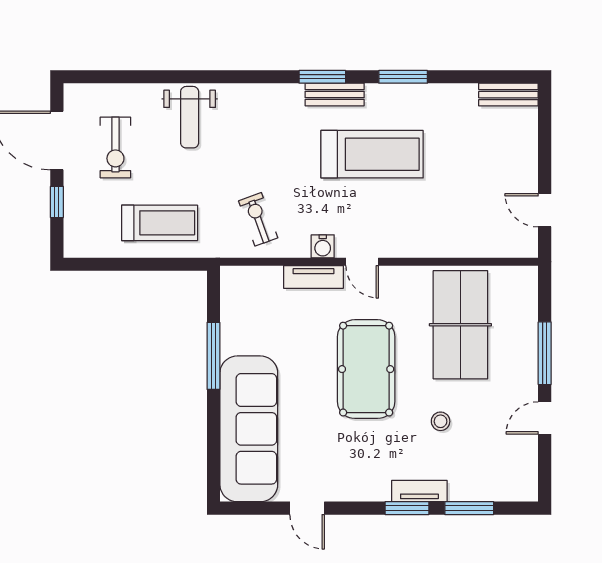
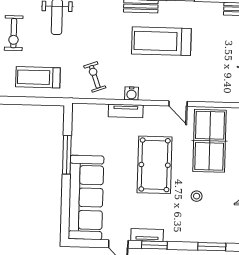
treadmill: (372, 154) -> (161, 41), turned 180
treadmill: (160, 223) -> (38, 77), turned 180
door: (362, 262) -> (178, 104), moved
tv unit: (419, 491) -> (147, 235), moved
window: (407, 508) -> (154, 245), moved

